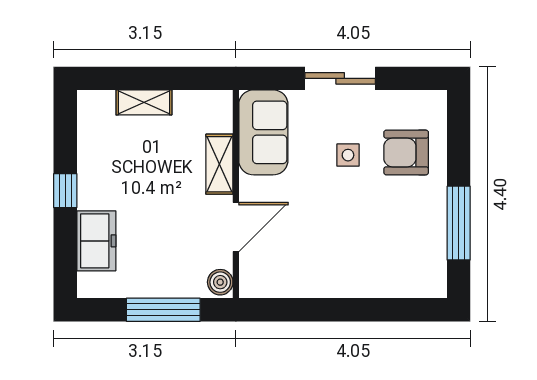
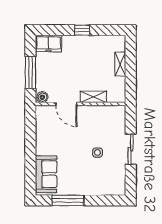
sofa: (263, 132) -> (46, 174), moved, turned -90
armchair: (406, 152) -> (99, 178), removed
freezer: (96, 241) -> (48, 44), moved

